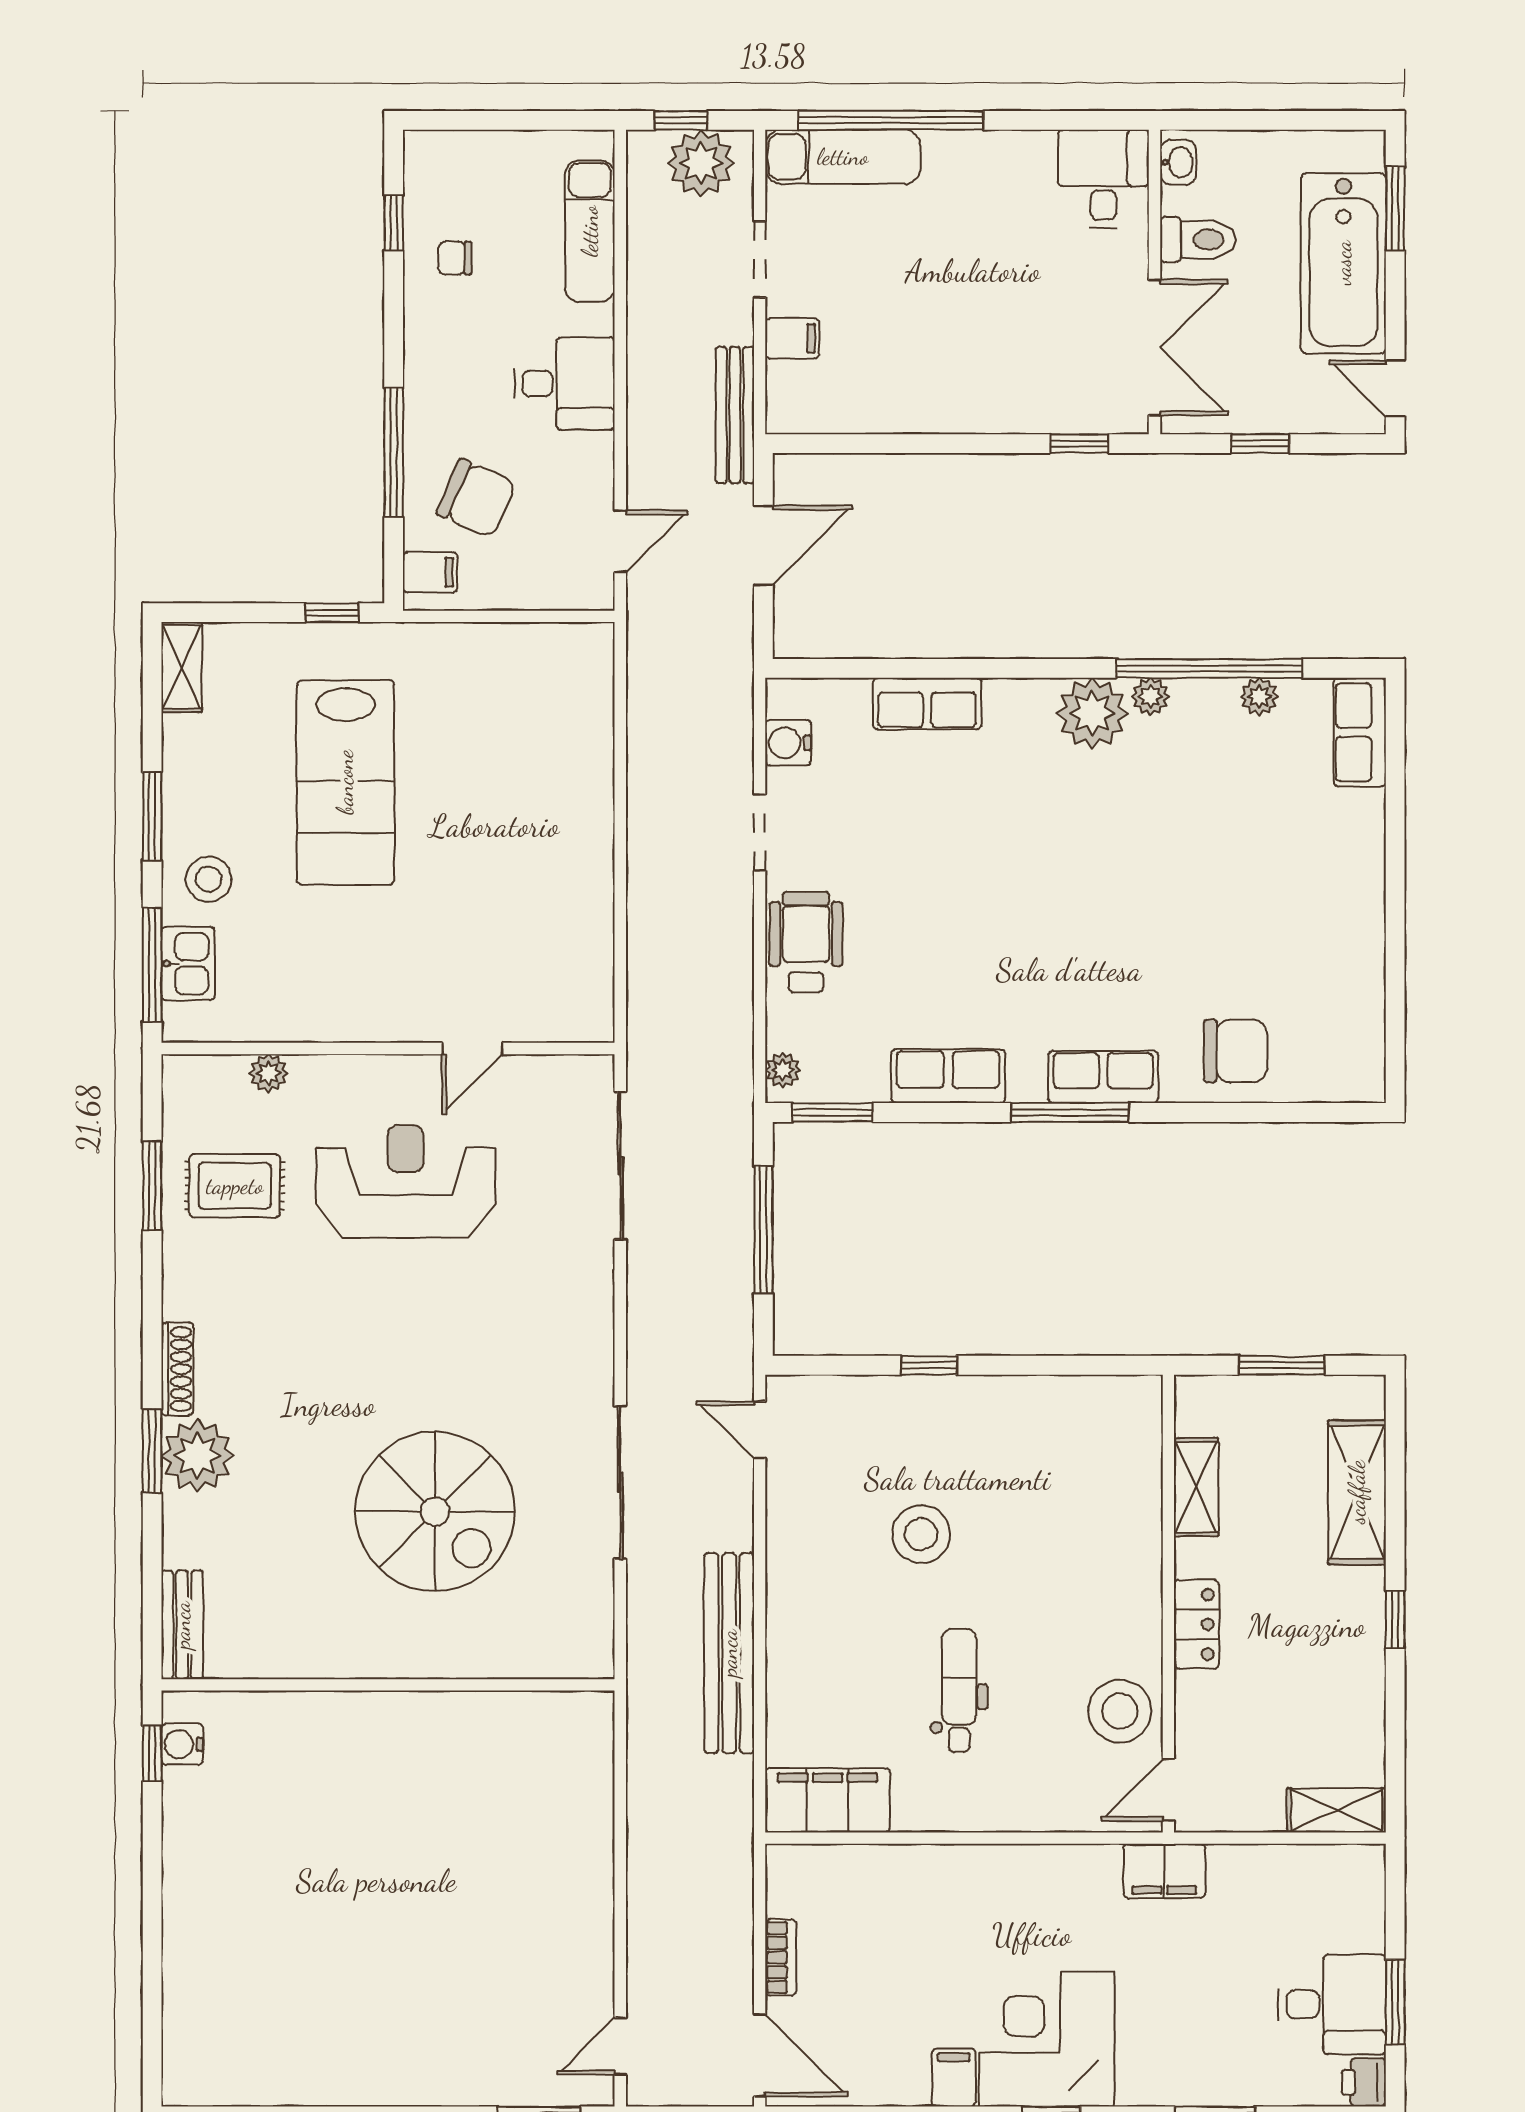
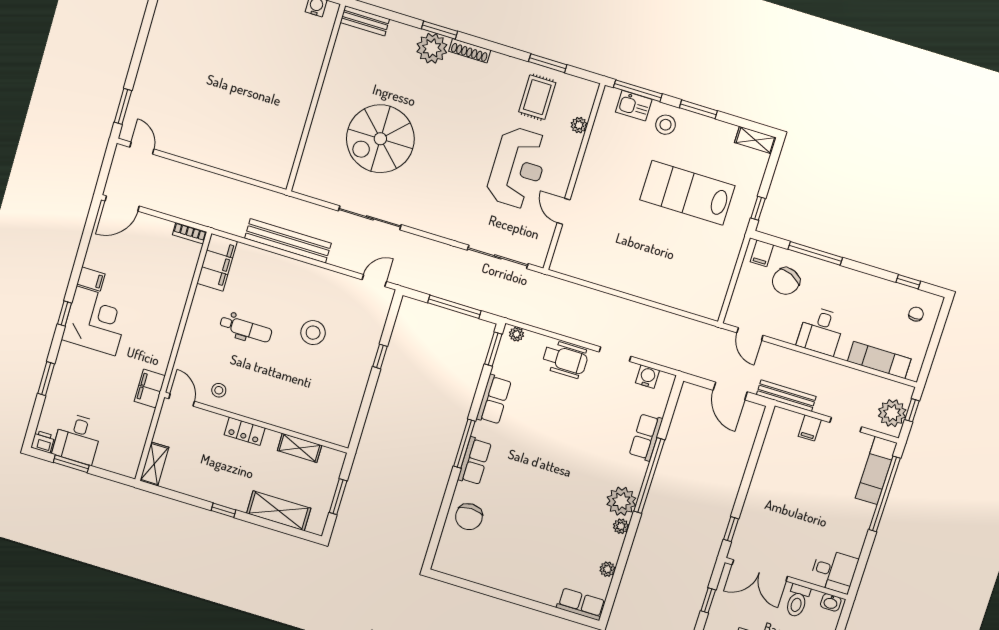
chair: (455, 258) -> (916, 314), moved
window: (1209, 668) -> (649, 476), moved
stool: (1120, 1711) -> (219, 390), width x0.53, depth x0.53
bookcase: (781, 1957) -> (190, 233), moved

